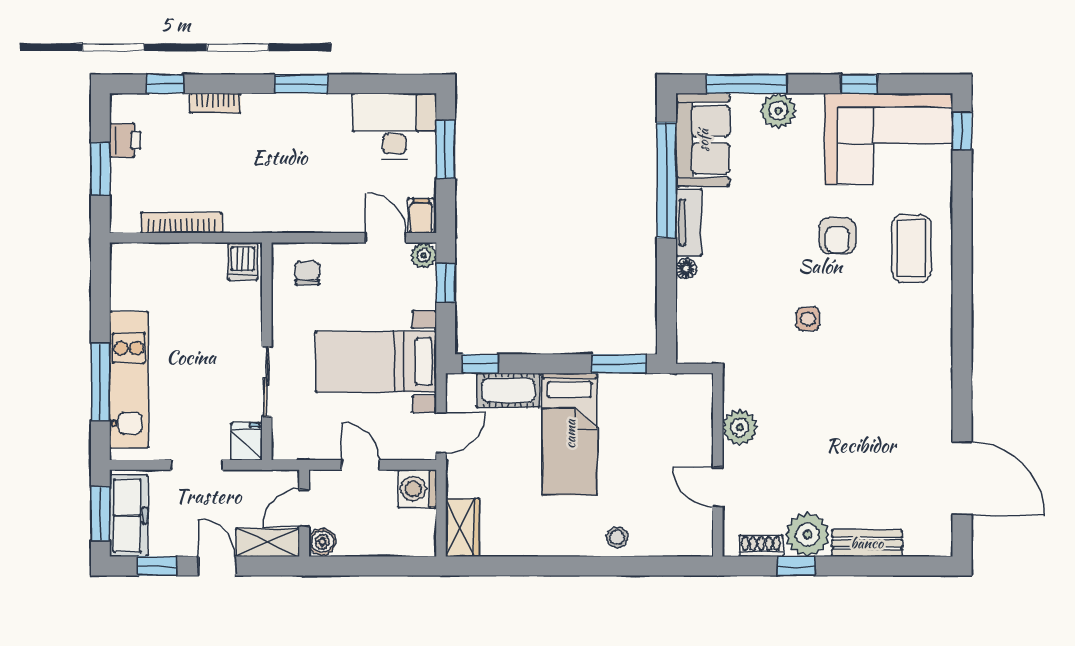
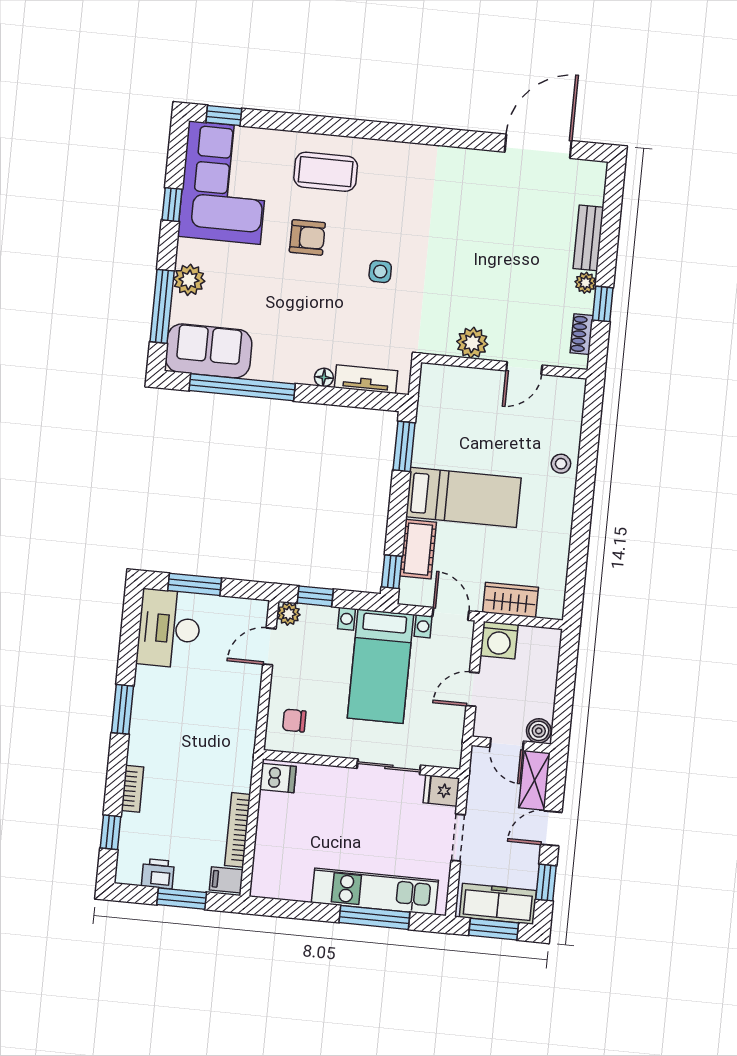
filing cabinet: (421, 216) -> (226, 880), moved
tv unit: (689, 222) -> (366, 379), moved
wardrobe: (463, 527) -> (511, 600), moved
plant: (807, 535) -> (586, 283), width x0.53, depth x0.53

